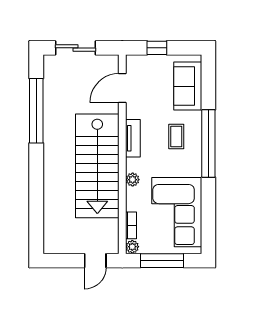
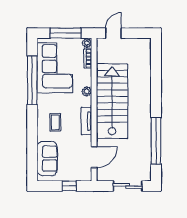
window: (208, 144) -> (32, 80), moved

